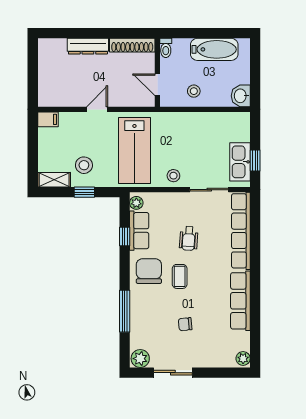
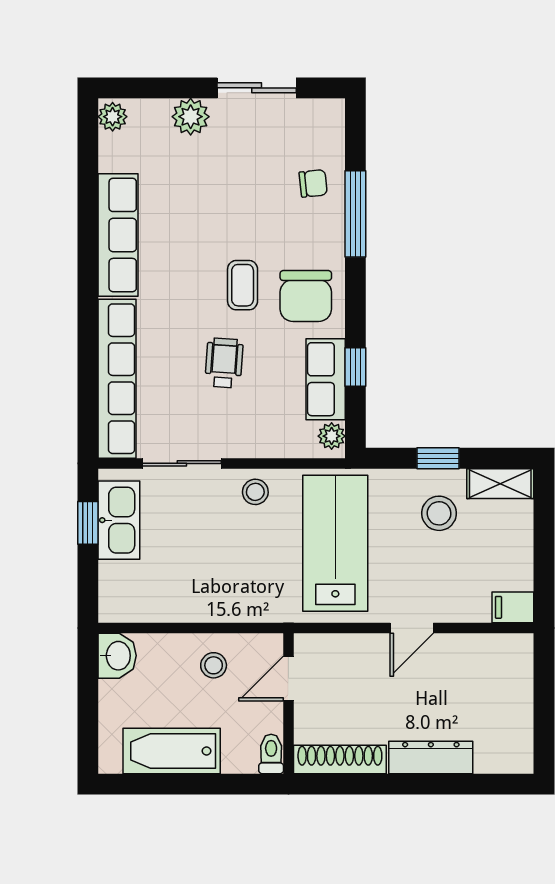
door: (157, 85) -> (288, 679), swing flipped
chair: (185, 324) -> (313, 183), moved
plant: (140, 359) -> (191, 117), moved

